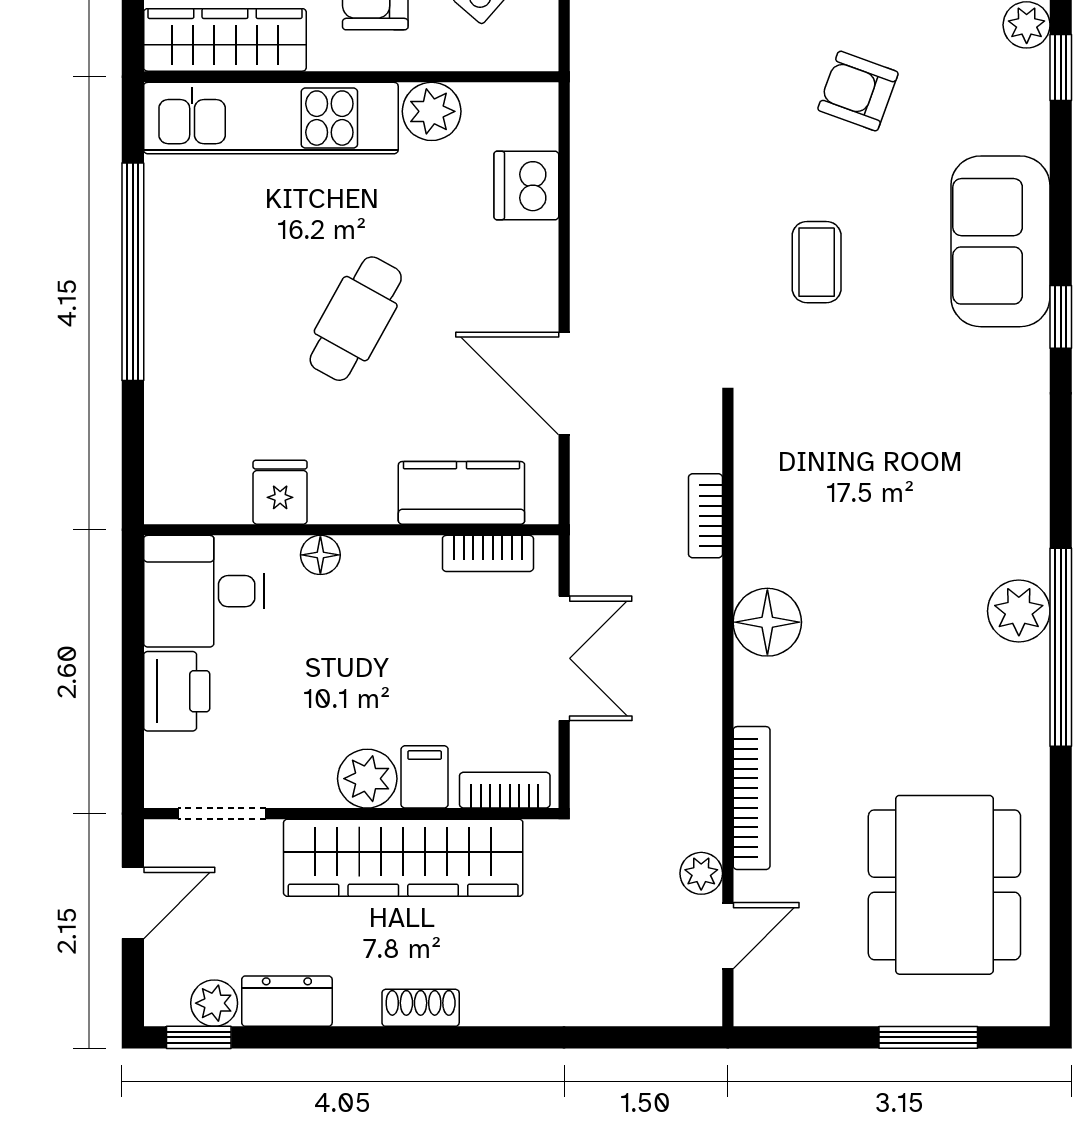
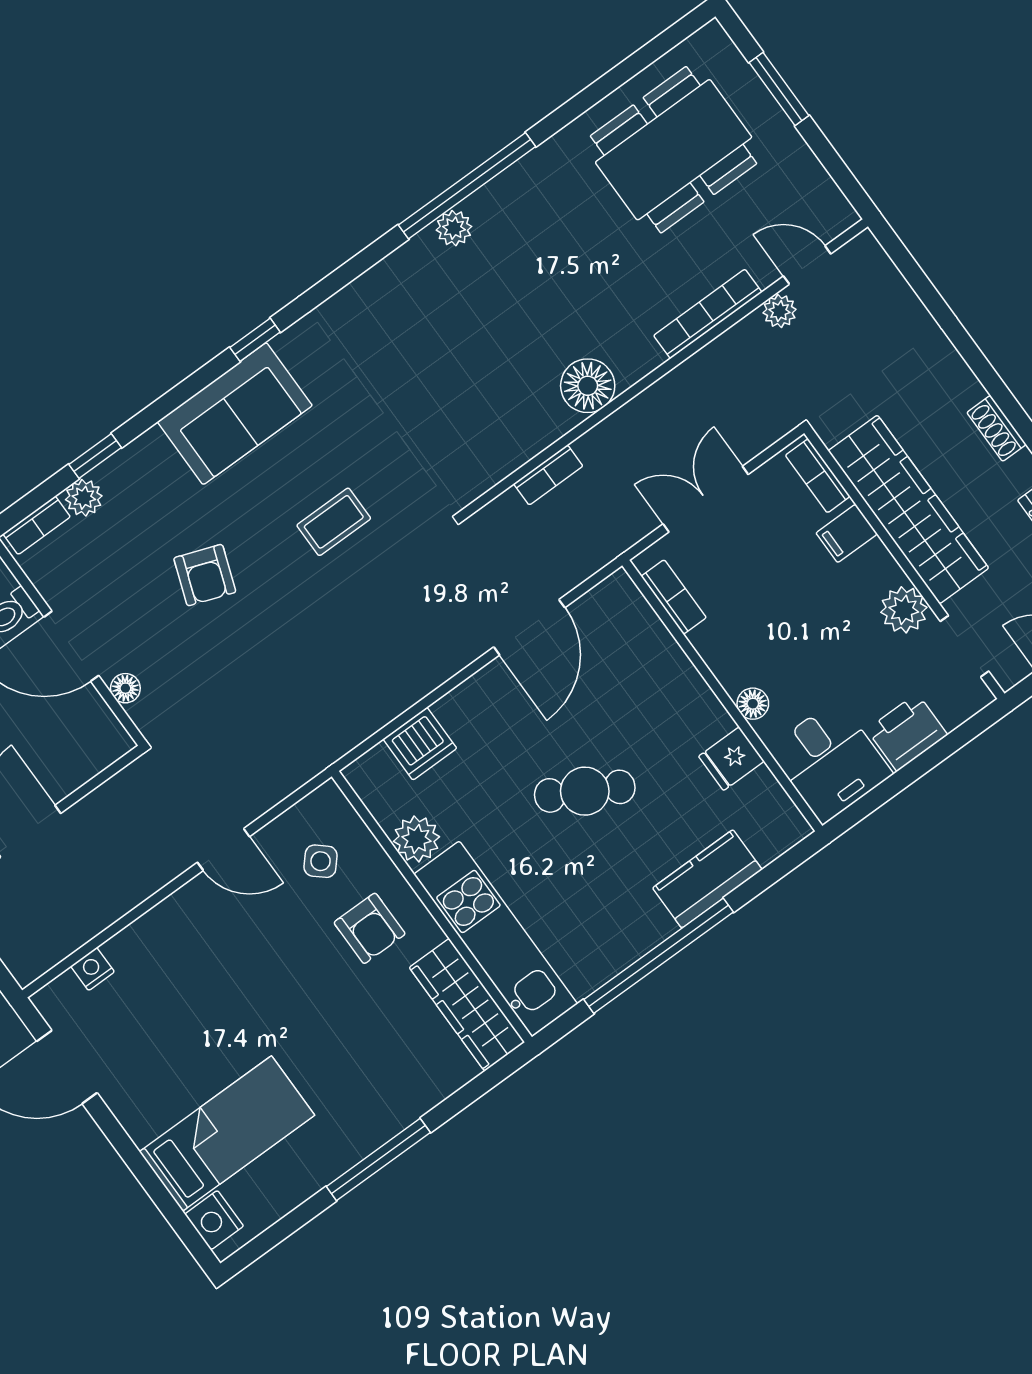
kitchen counter: (461, 493) -> (707, 879), moved, turned 90
plant: (1019, 611) -> (454, 228), width x0.73, depth x0.73
plant: (367, 779) -> (904, 610), moved

